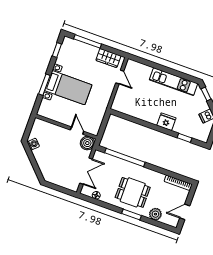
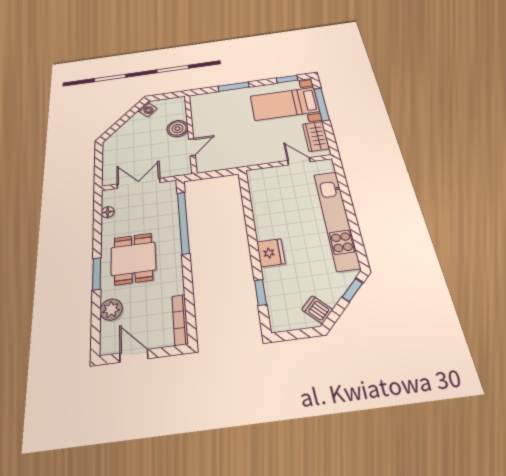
door: (120, 77) -> (299, 161), swing flipped
kitchen unit: (174, 82) -> (336, 219), width x1.36
bed with nightstands: (68, 88) -> (285, 104), moved, turned 90
boiler: (87, 143) -> (178, 129), moved
double door: (86, 171) -> (139, 183), swing flipped

